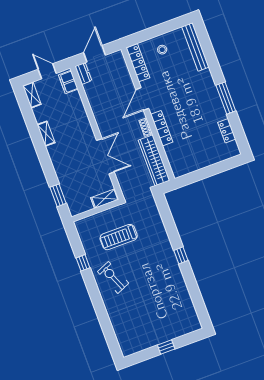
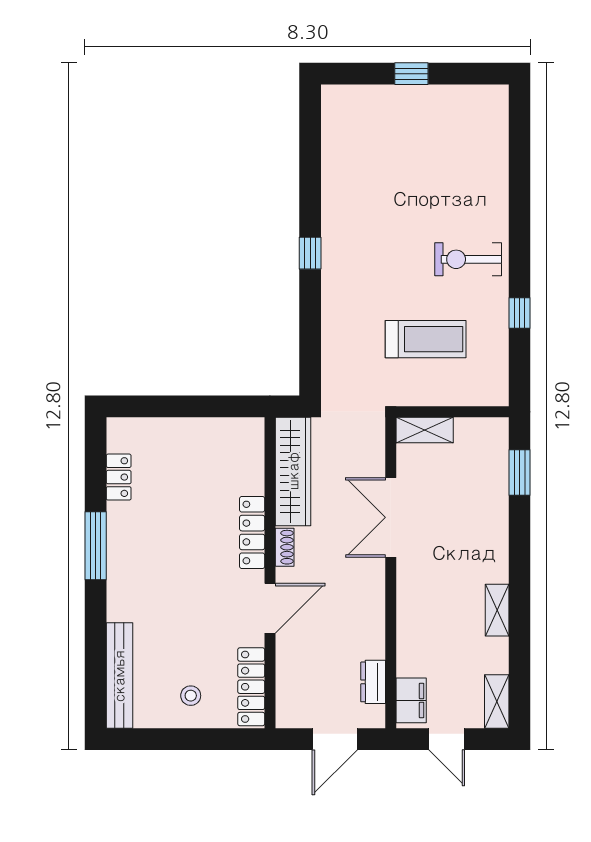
dresser: (83, 74) -> (373, 682), moved
exercise bike: (113, 277) -> (468, 259), turned 113

